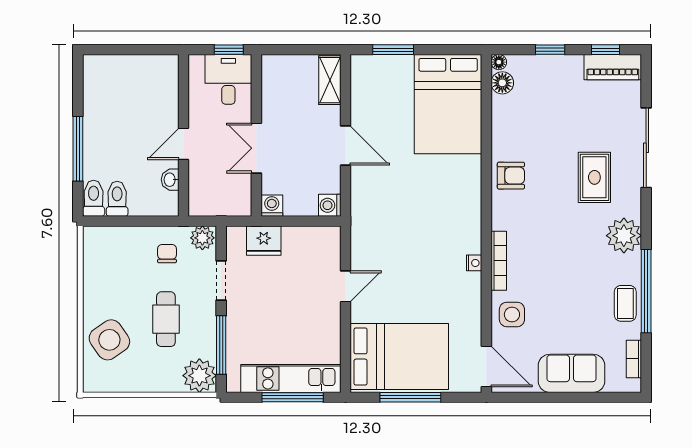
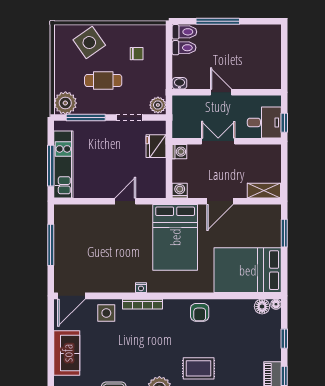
washbasin: (170, 180) -> (179, 83), moved
chair: (167, 254) -> (137, 54), moved
door: (346, 286) -> (125, 201), swing flipped
bed: (399, 356) -> (175, 237), moved

